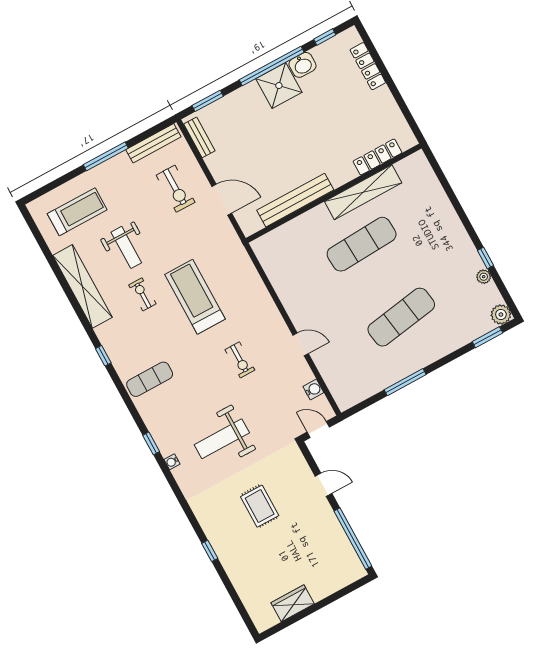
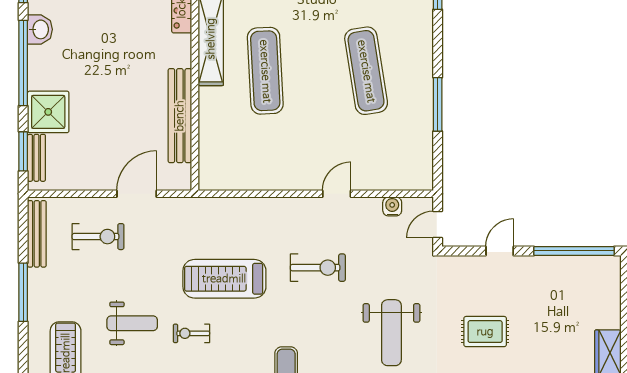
shower: (279, 86) -> (48, 112), moved
bench: (199, 137) -> (36, 158), moved, turned 90
exercise bike: (240, 360) -> (318, 268), width x1.38, depth x1.39

